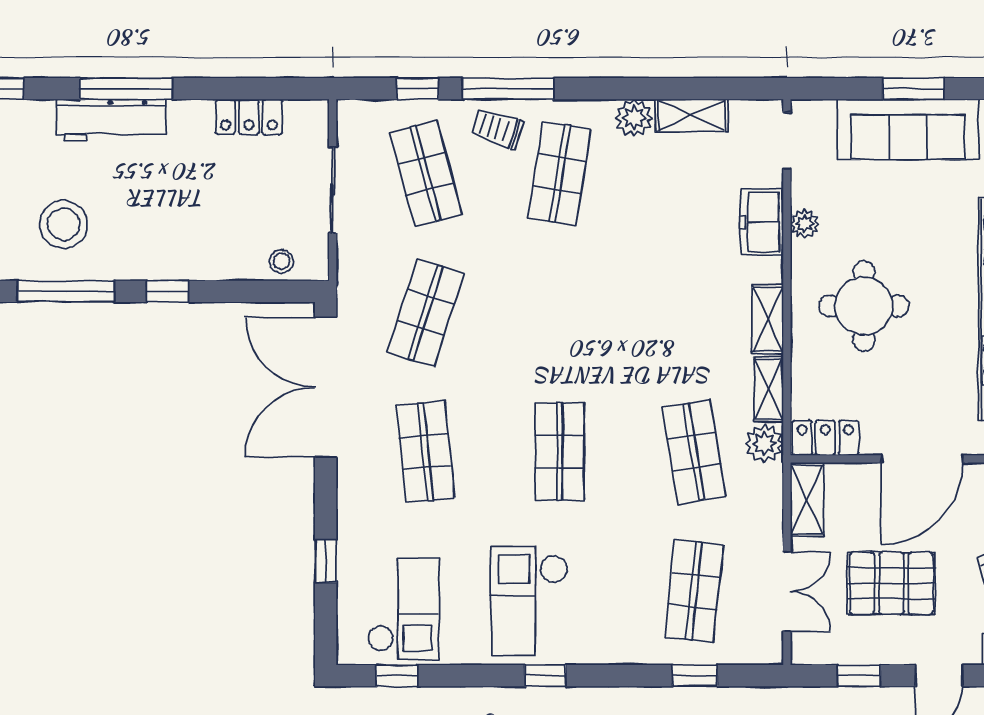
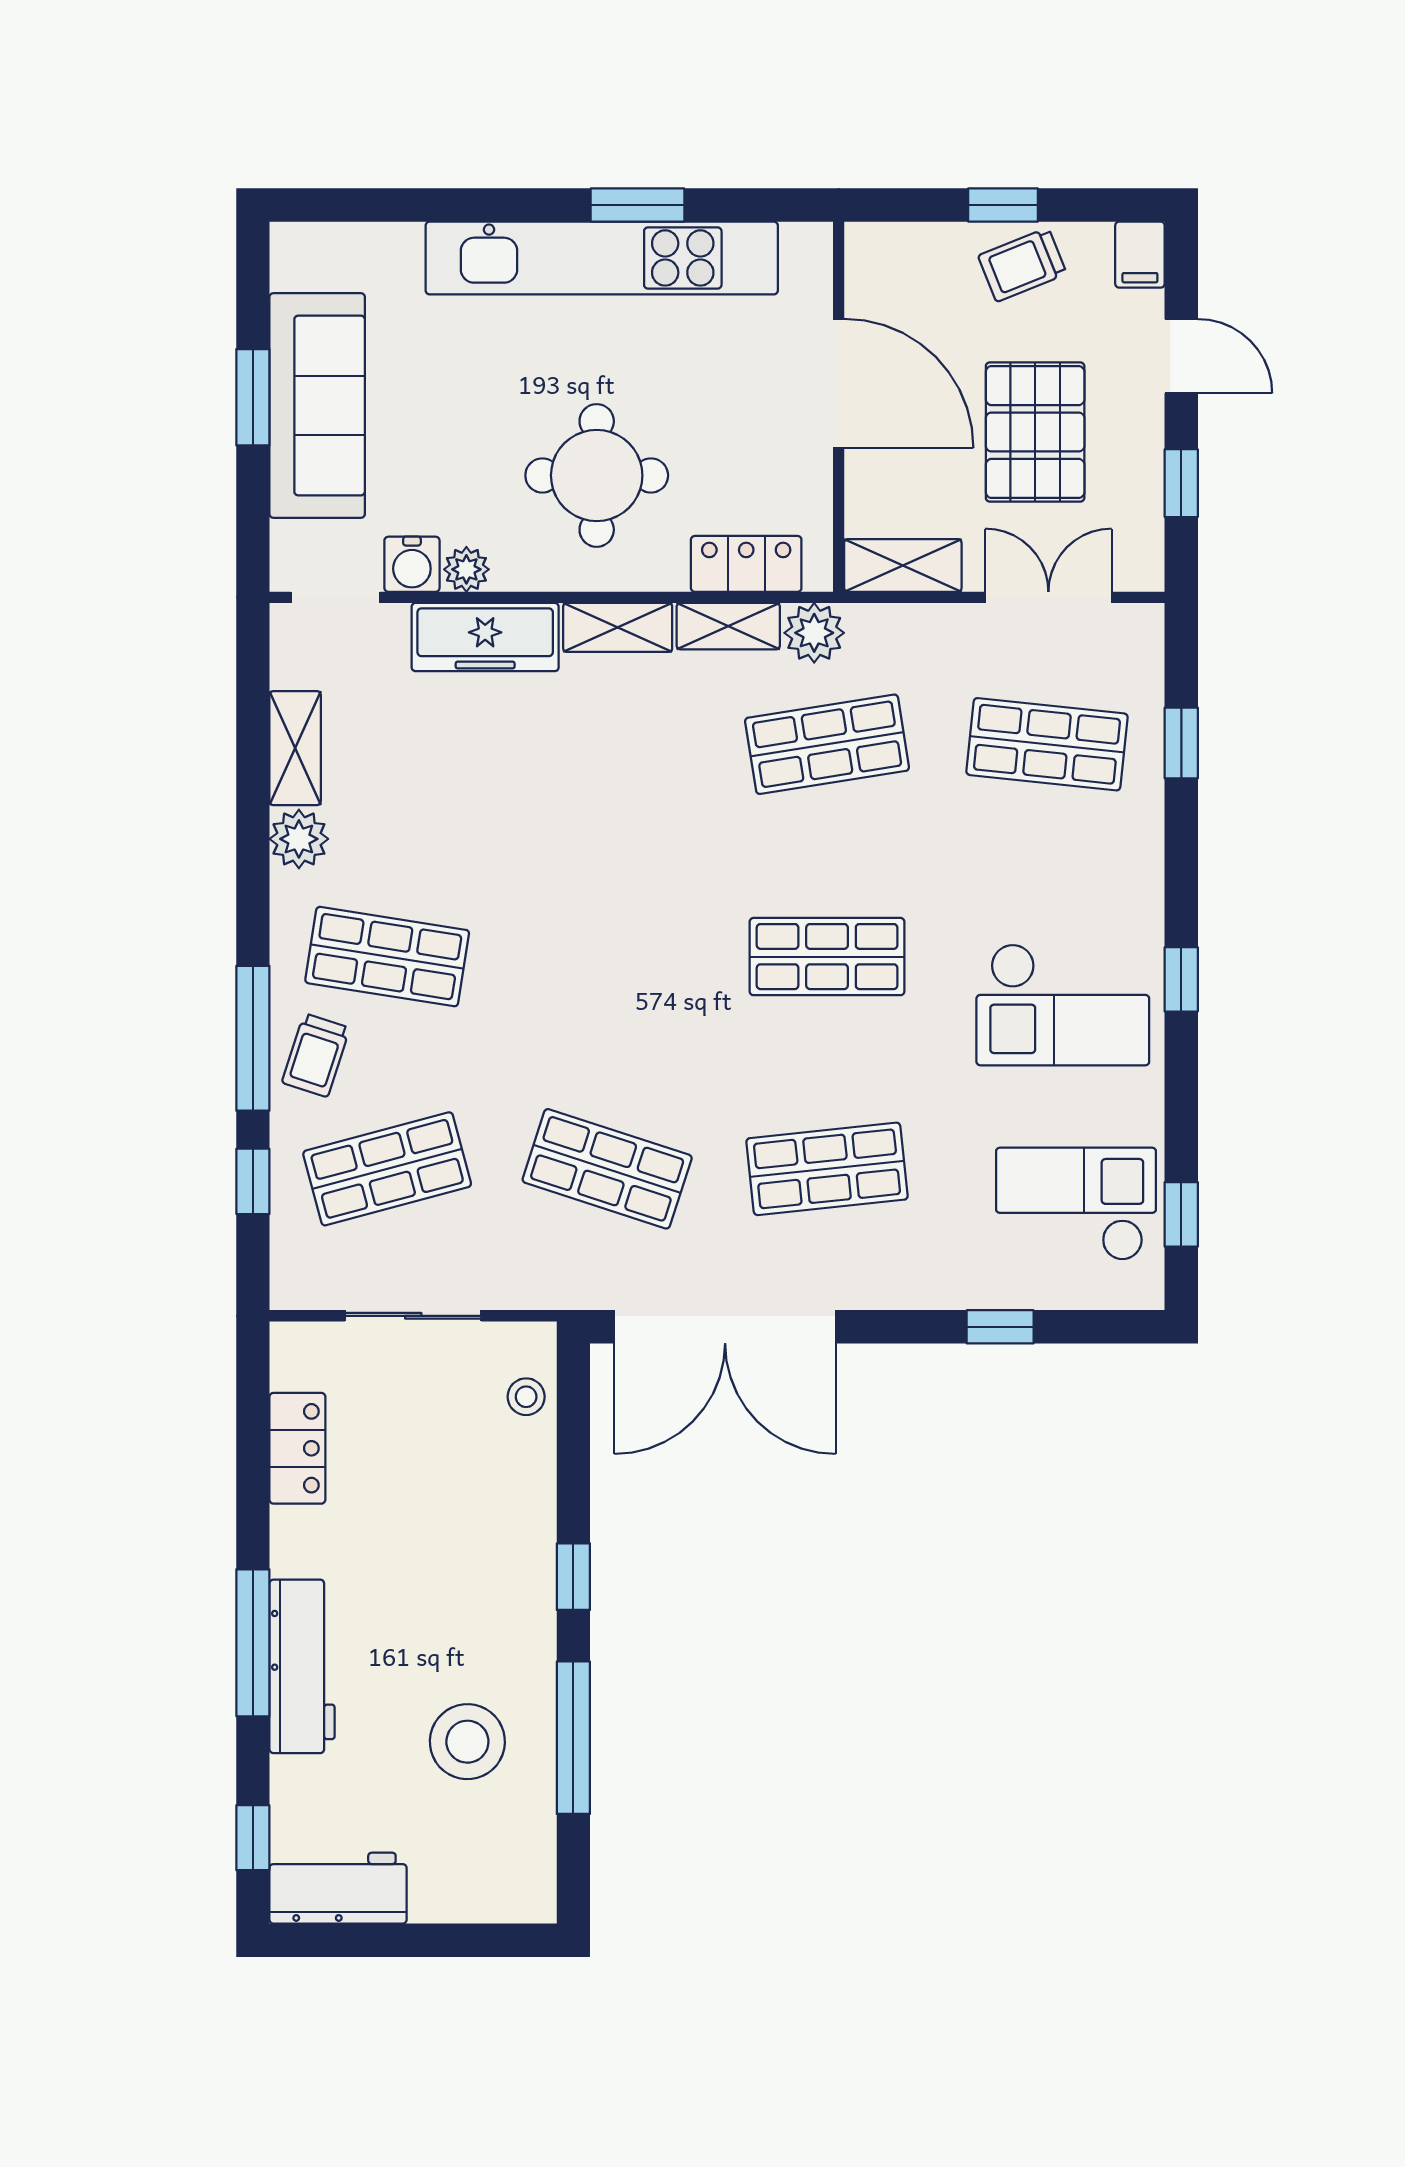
water cooler: (808, 189) -> (412, 564), added
freezer: (762, 222) -> (485, 637), width x1.40
locker: (825, 438) -> (746, 564), moved, turned 90

